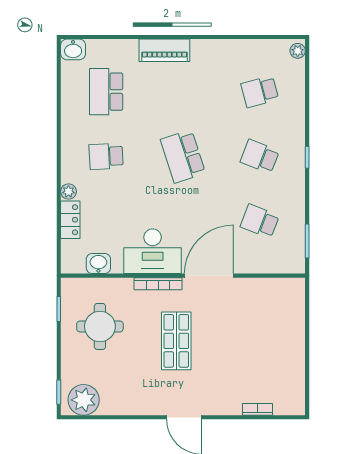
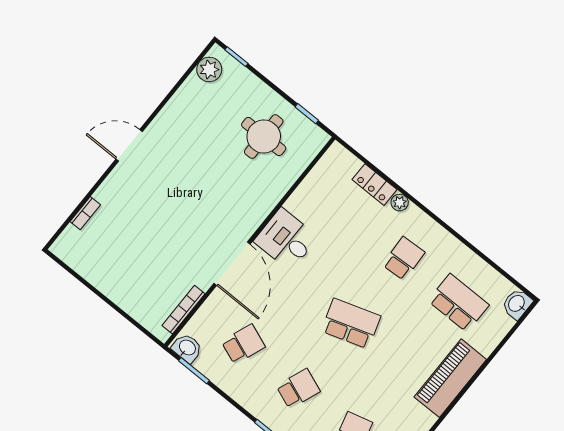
piano: (164, 50) -> (450, 378), width x1.37, depth x1.33
desk: (153, 251) -> (286, 239), width x0.73
washbasin: (98, 264) -> (187, 348), moved, turned -90
bookcase: (158, 284) -> (183, 310), moved
shop shelf: (176, 341) -> (199, 191), removed
plant: (84, 400) -> (209, 69), width x0.73, depth x0.73

